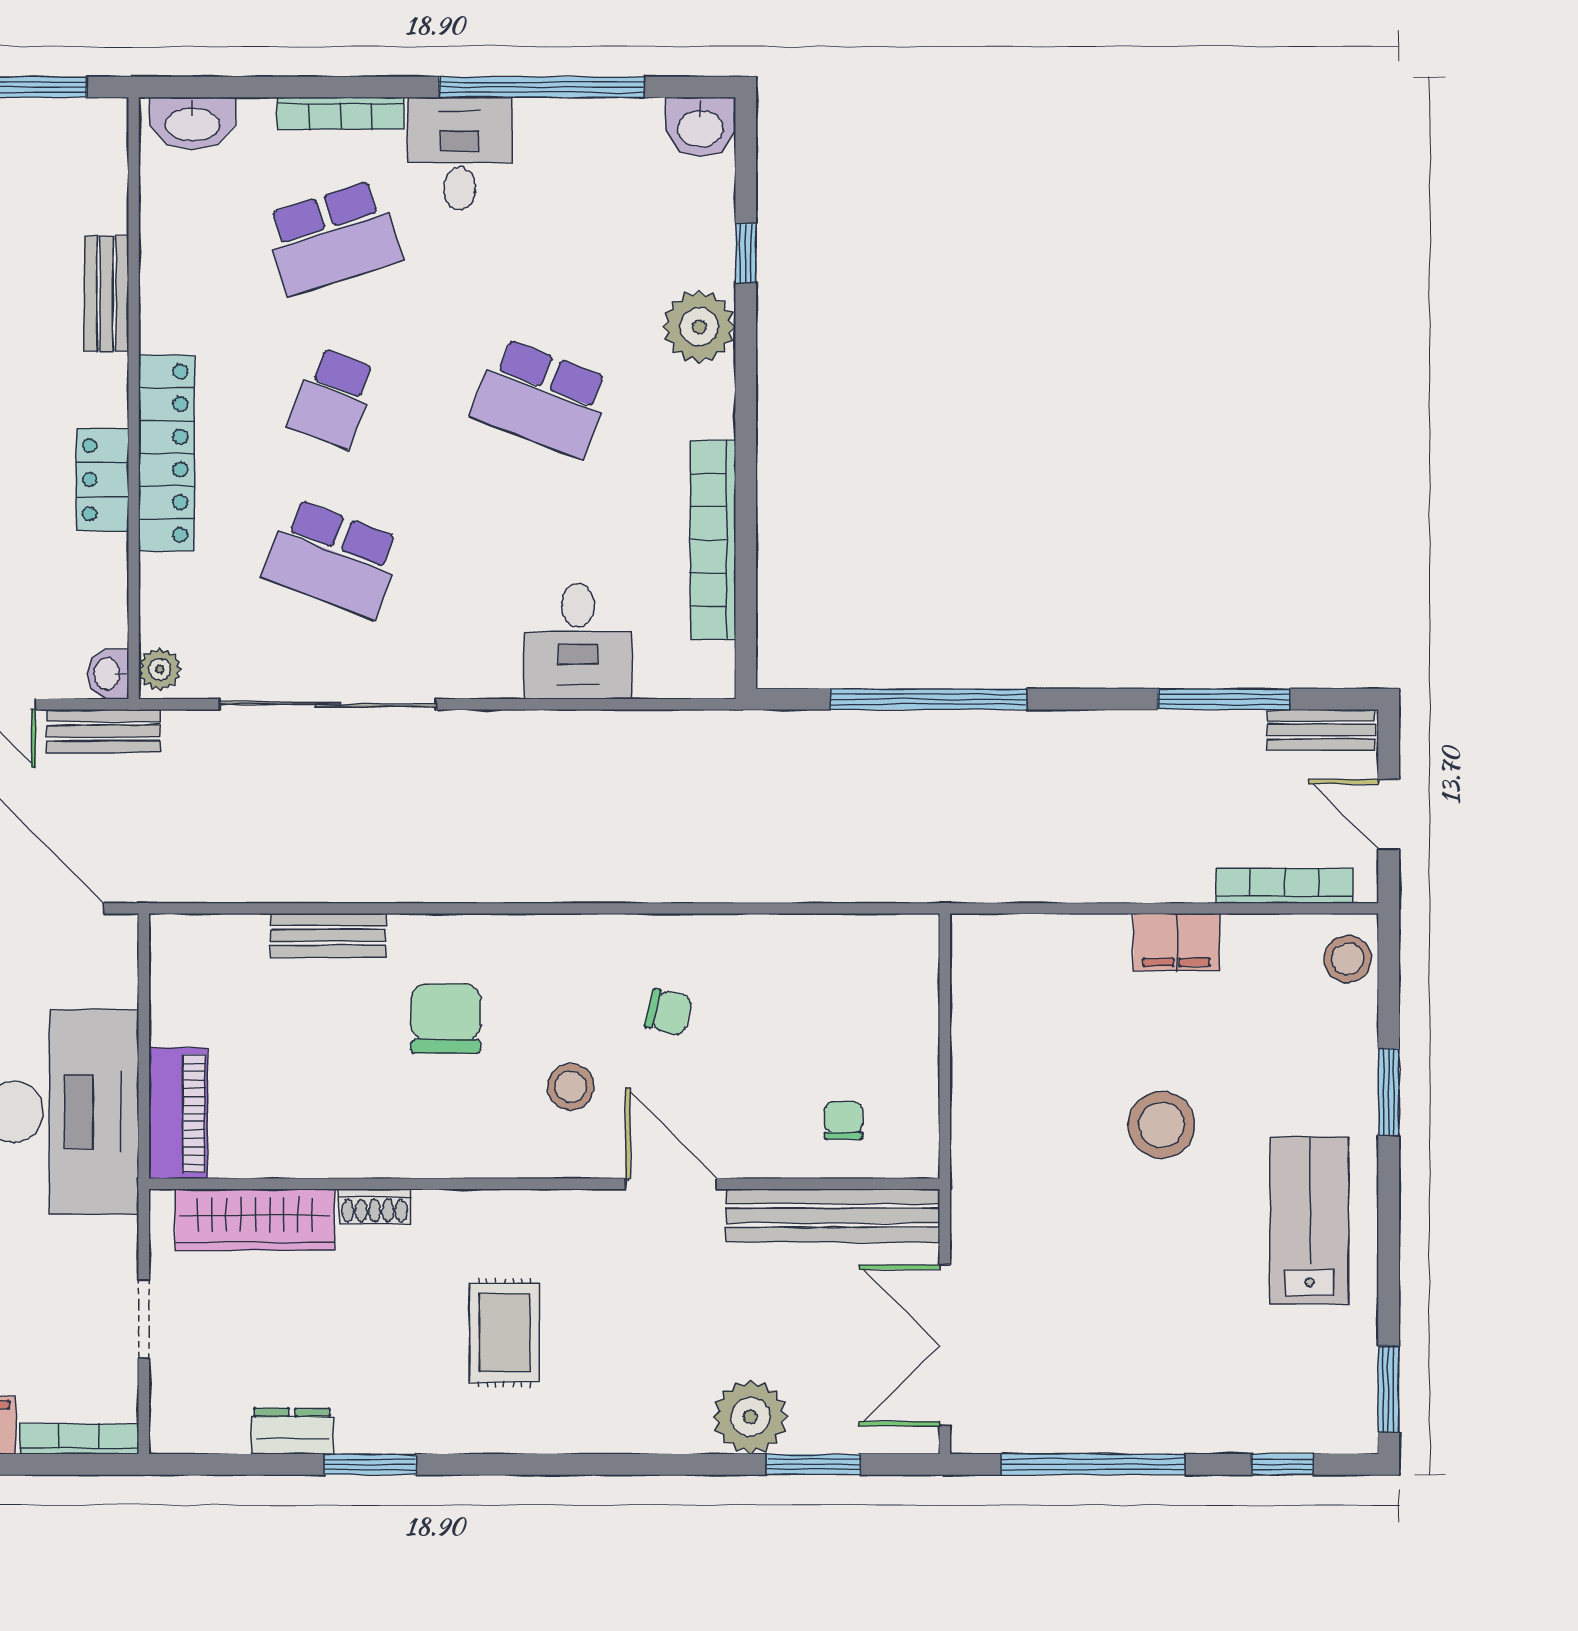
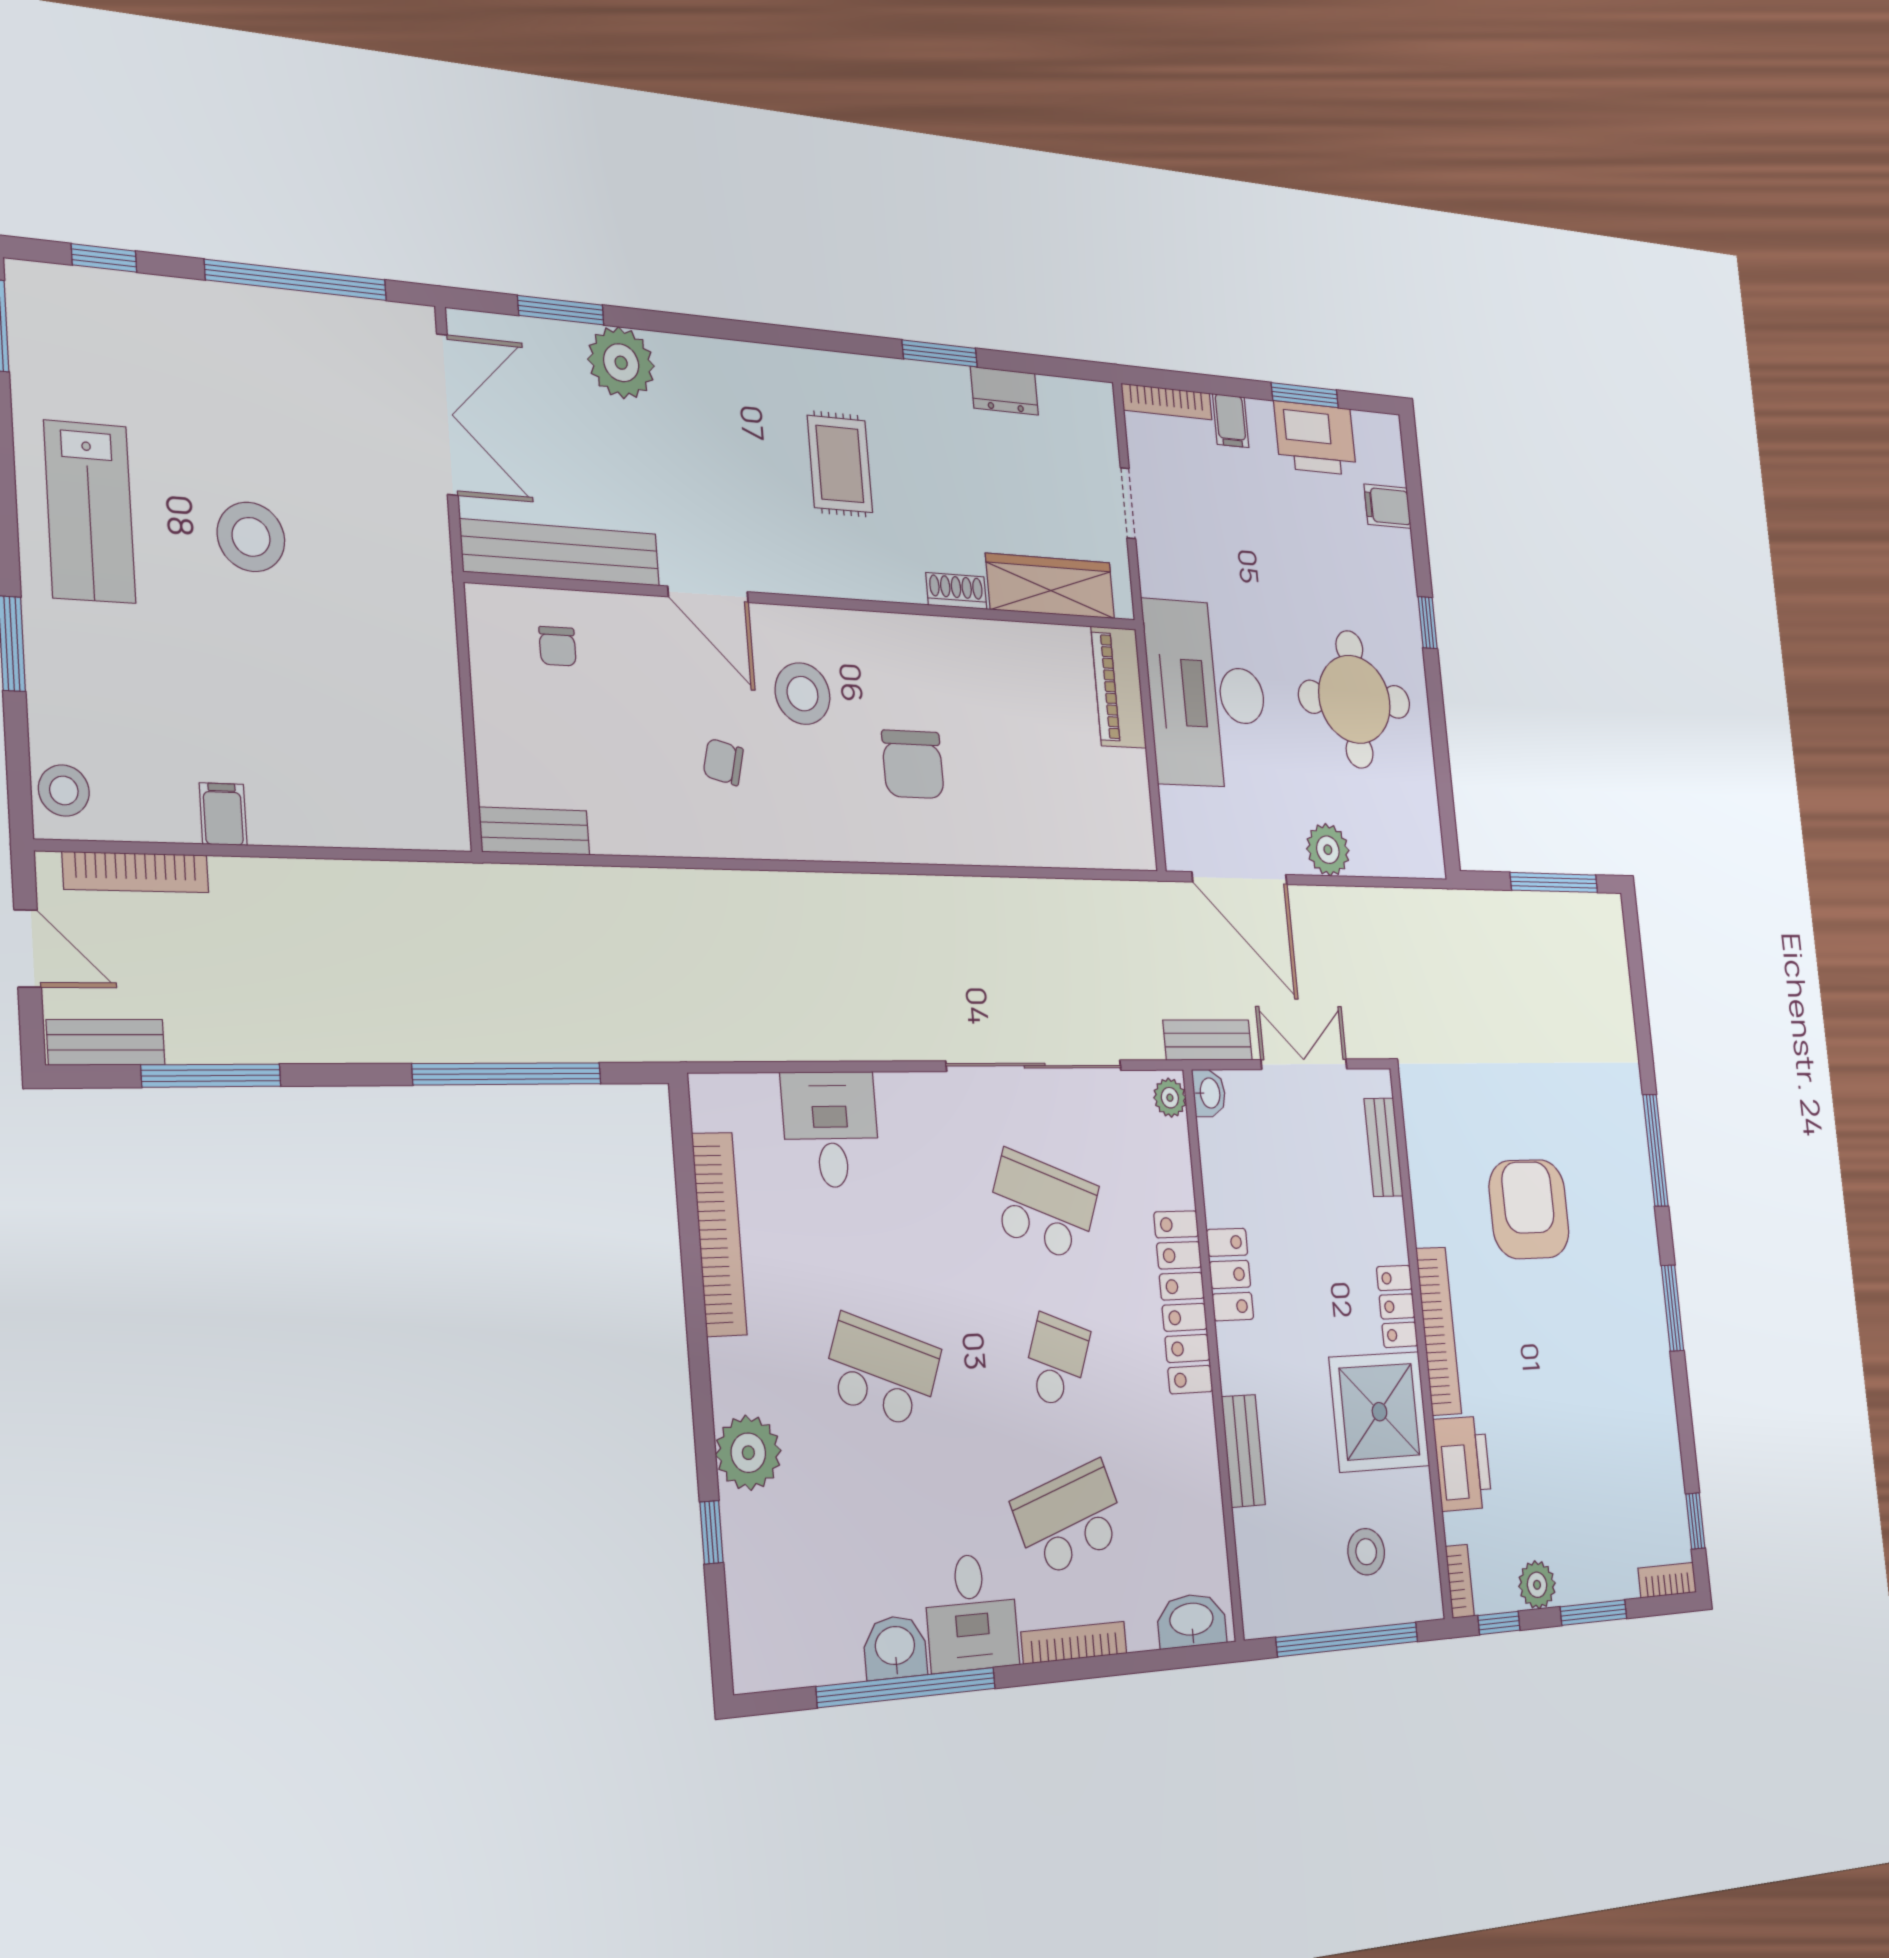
washbasin: (700, 127) -> (895, 1647), moved
bench: (328, 935) -> (535, 831), moved
filing cabinet: (1177, 942) -> (223, 814), width x0.50
stool: (571, 1087) -> (803, 694), width x1.38, depth x1.38
stool: (1162, 1125) -> (251, 537), moved

